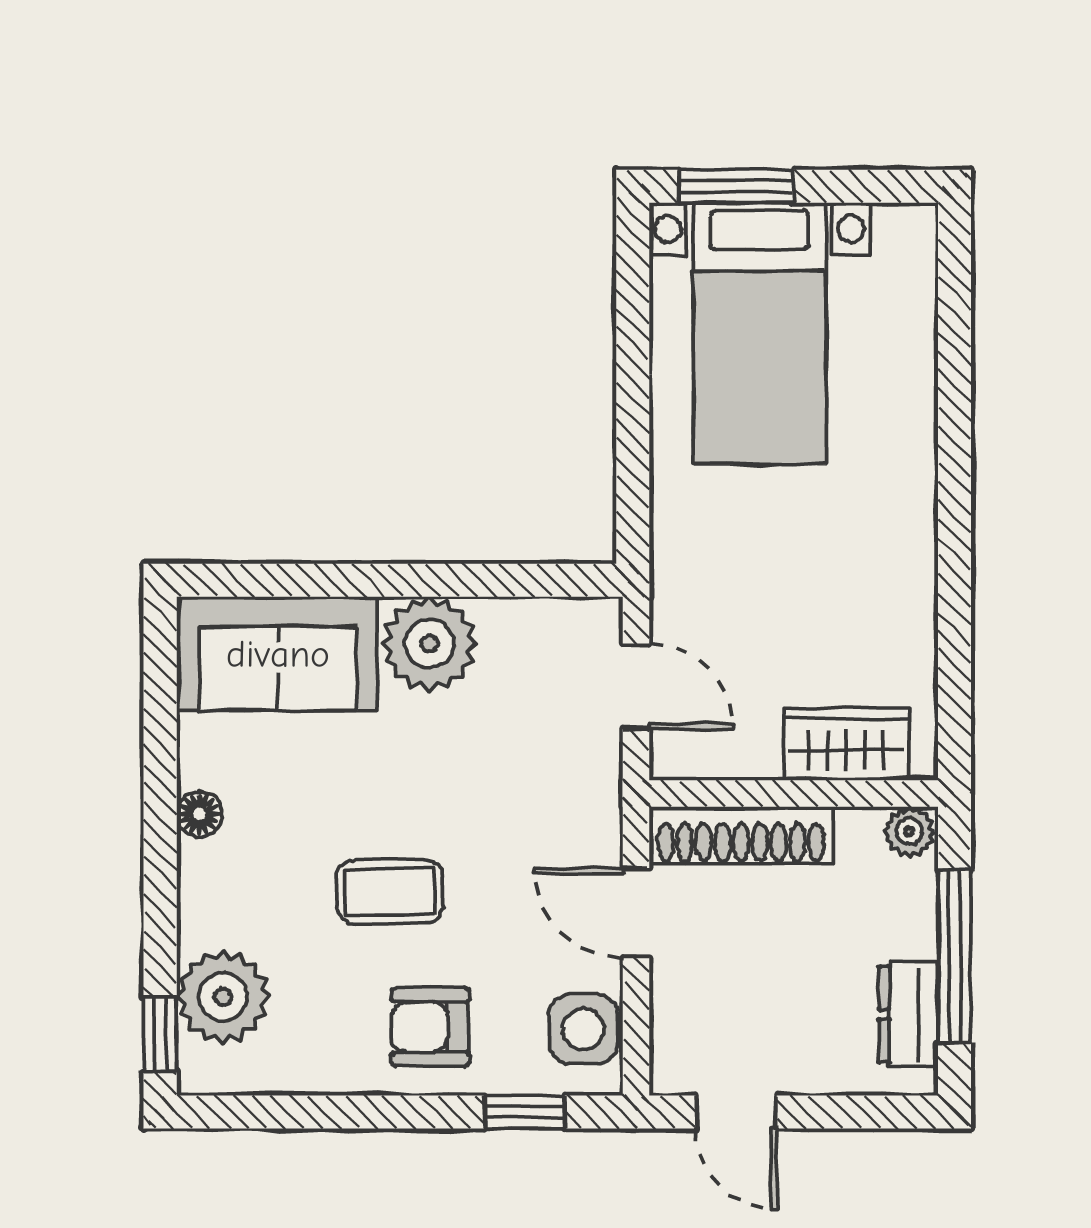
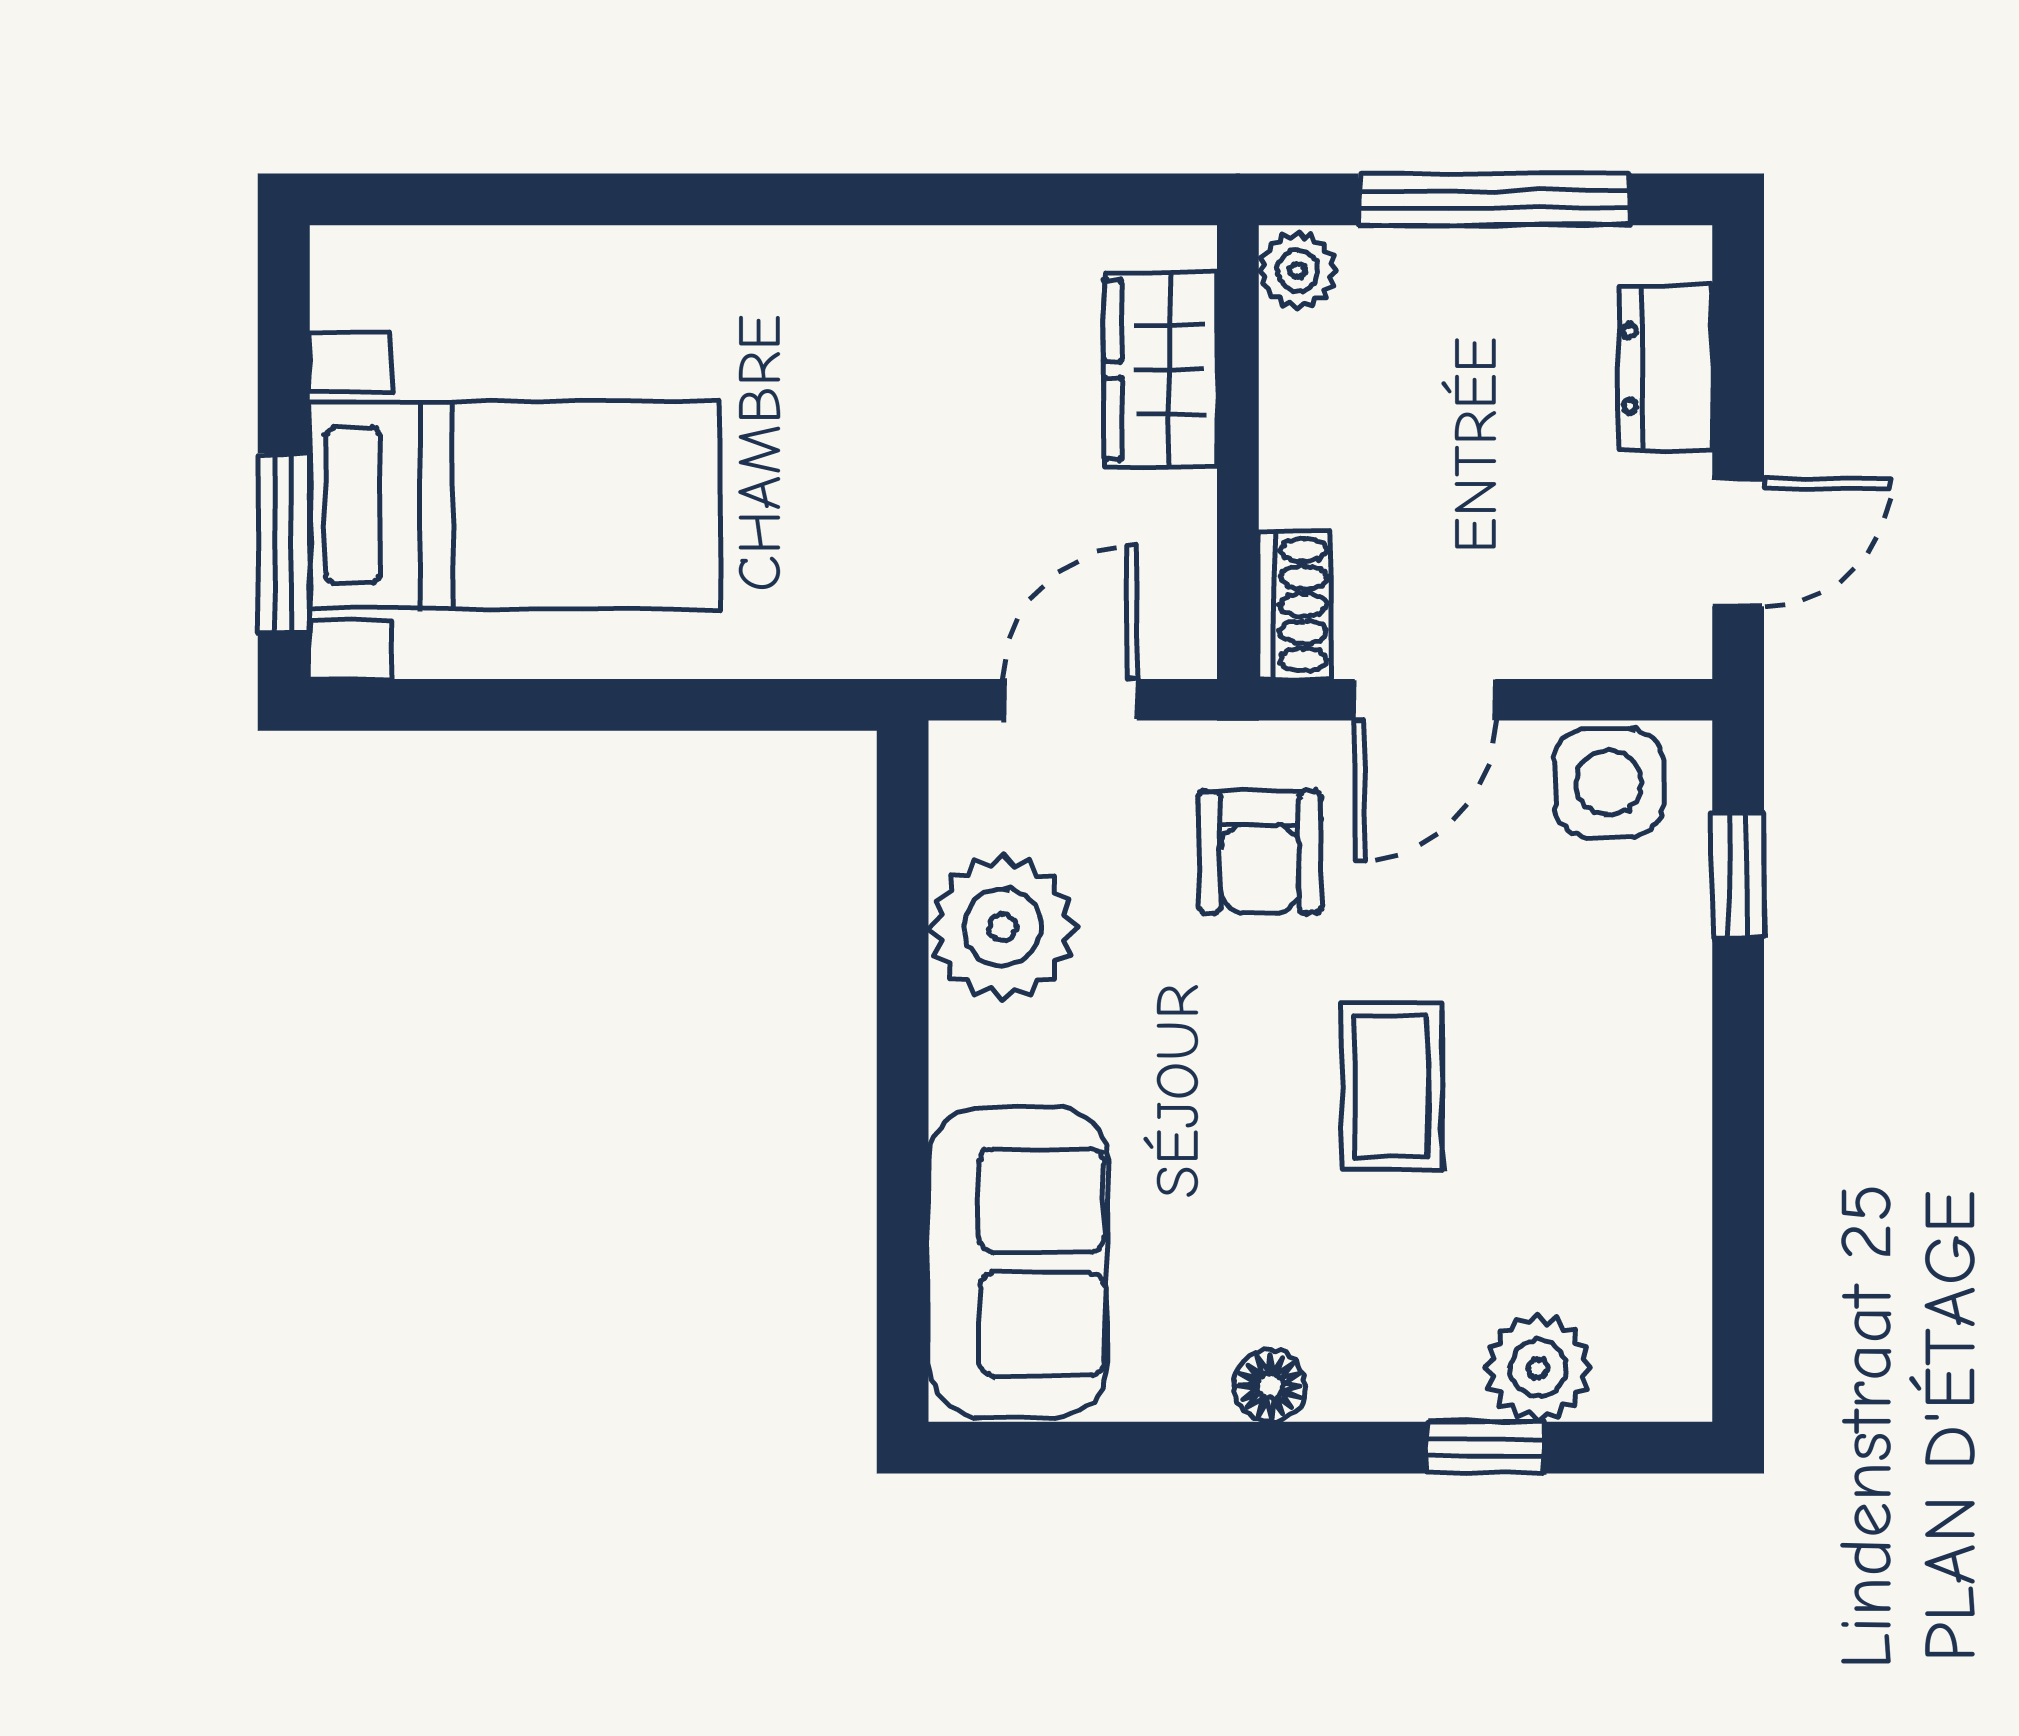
plant: (429, 644) -> (1002, 927), moved
shoe rack: (741, 835) -> (1295, 605), width x0.51, depth x0.81
plant: (223, 997) -> (1538, 1368), width x0.73, depth x0.73
dresser: (908, 1014) -> (1666, 368), moved, turned 90
armchair: (430, 1027) -> (1260, 852), moved
window: (160, 1034) -> (1485, 1448), moved

